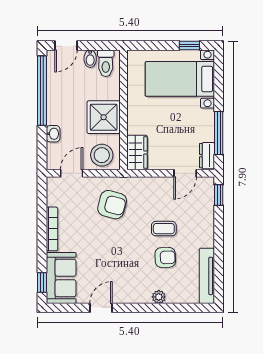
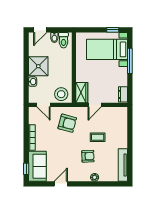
window: (42, 91) -> (26, 56), removed
shower: (104, 117) -> (38, 66), moved
window: (219, 133) -> (130, 61), moved
door: (72, 173) -> (43, 105), swing flipped
door: (185, 173) -> (95, 105), moved
window: (219, 195) -> (130, 118), removed
armchair: (165, 257) -> (88, 156), moved

